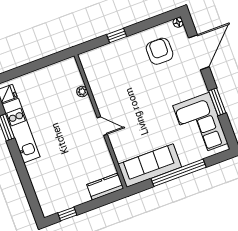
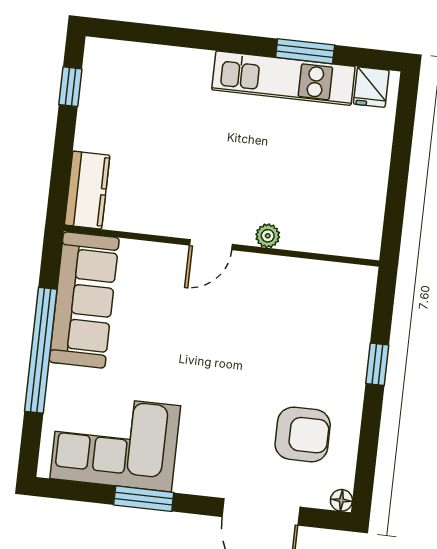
plant: (82, 92) -> (268, 236), moved

